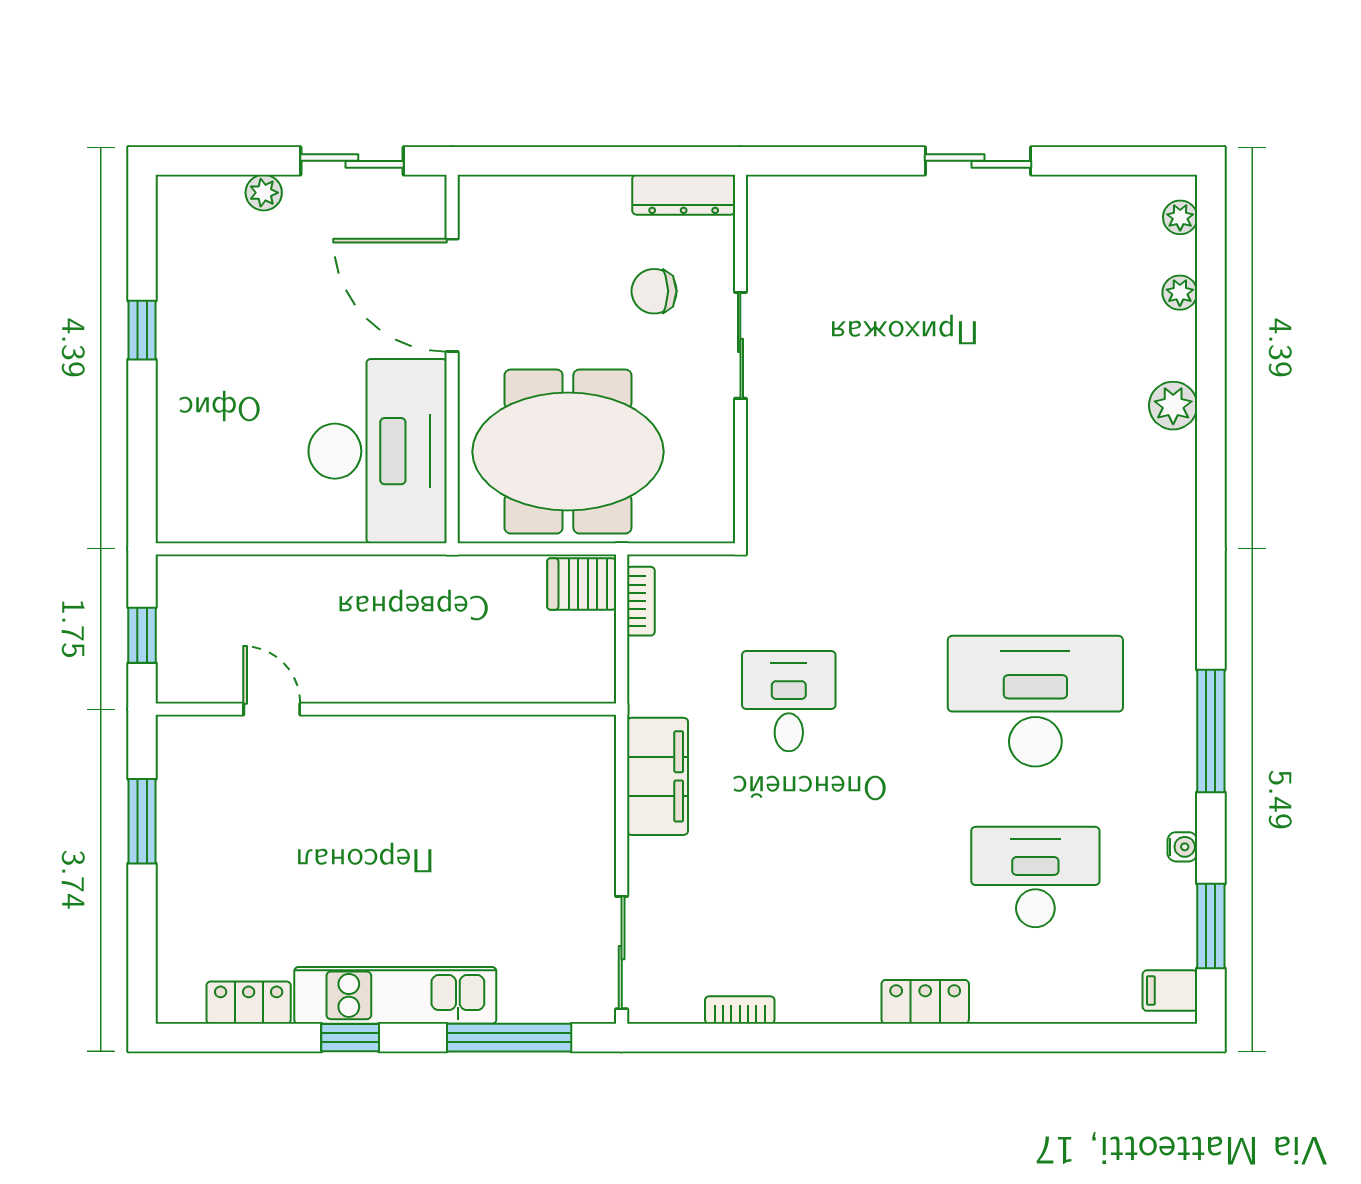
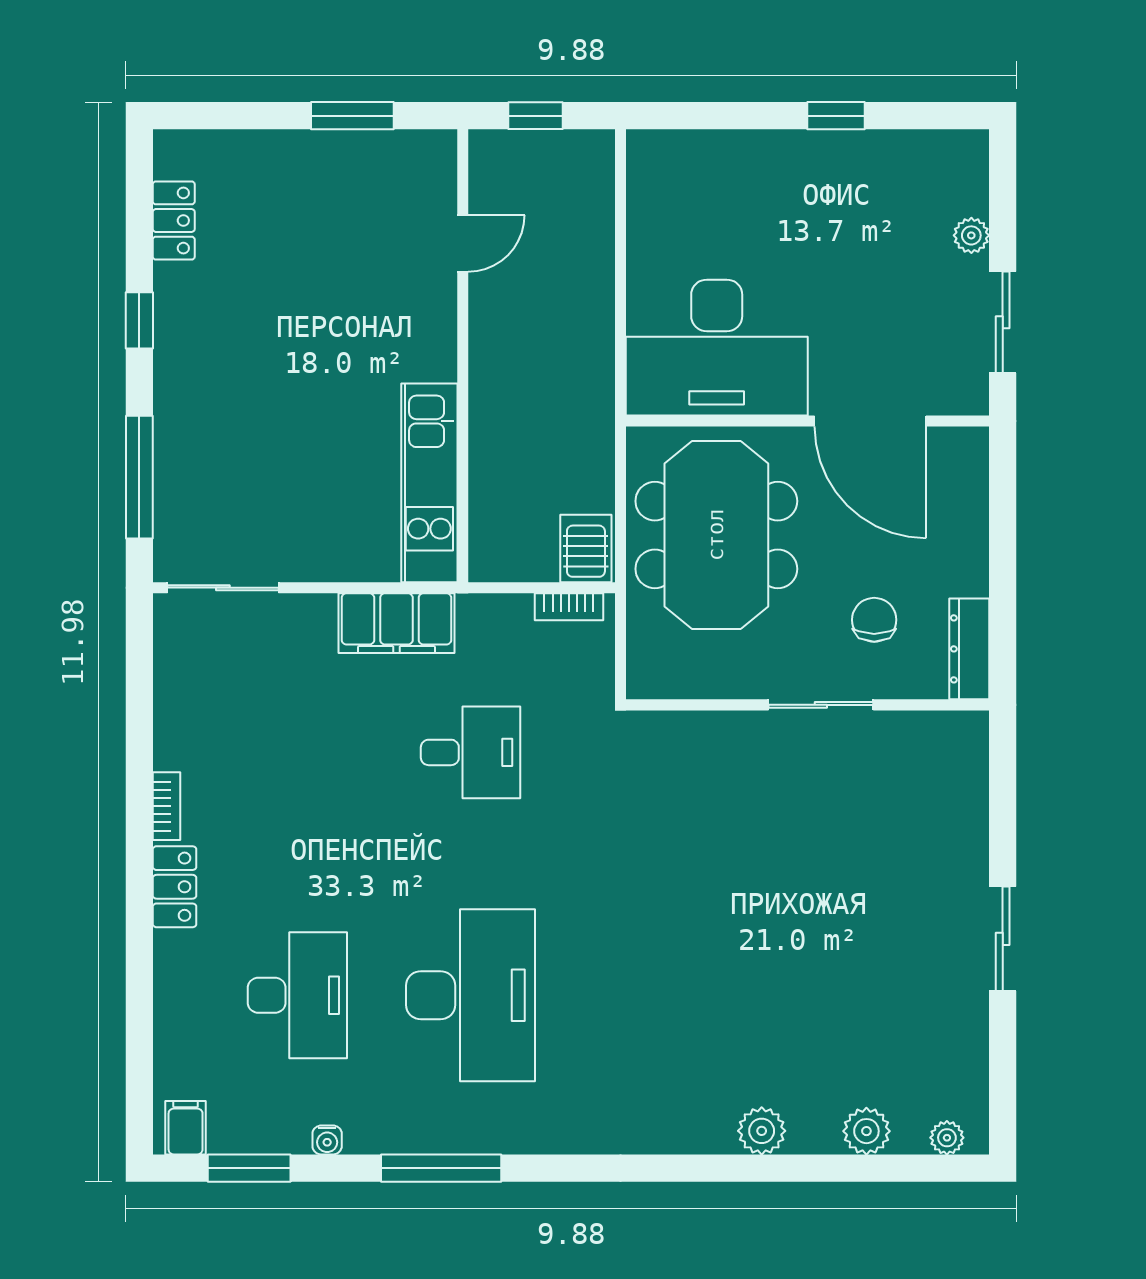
plant: (1180, 293) -> (866, 1131), width x1.38, depth x1.38
door: (452, 295) -> (870, 421), swing flipped
kitchen unit: (395, 995) -> (429, 483), moved, turned 180
bookcase: (740, 1010) -> (166, 806), moved

